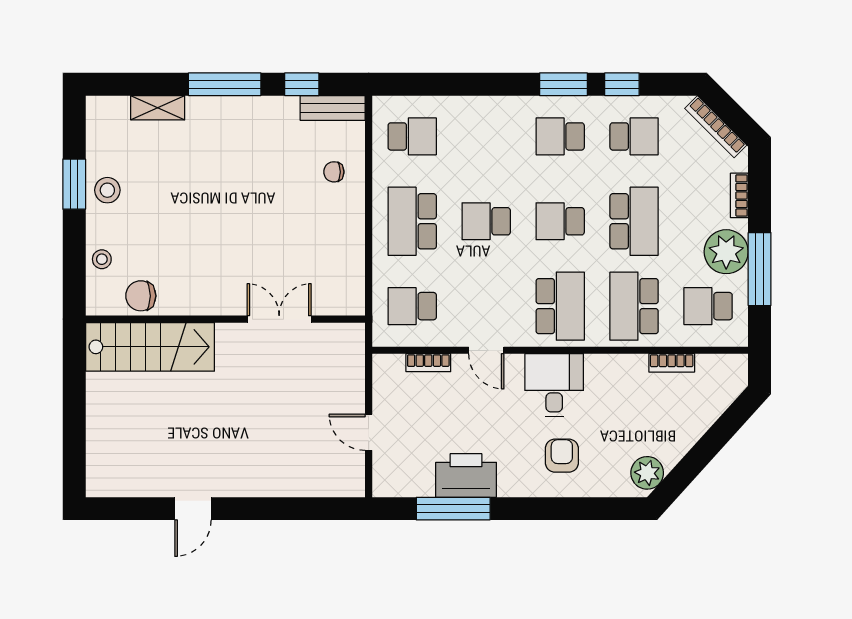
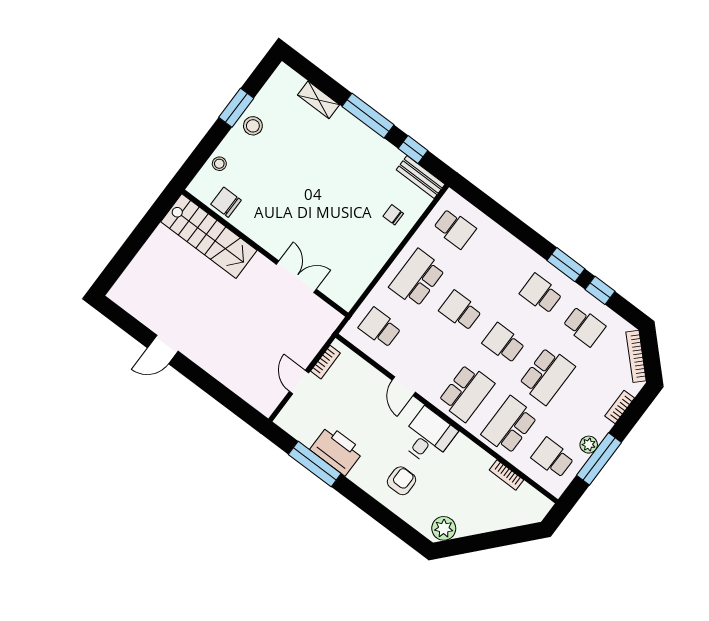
plant: (726, 252) -> (589, 445), width x0.53, depth x0.53
bookcase: (428, 363) -> (325, 362), moved, turned -90

